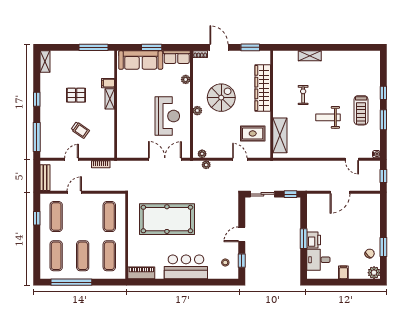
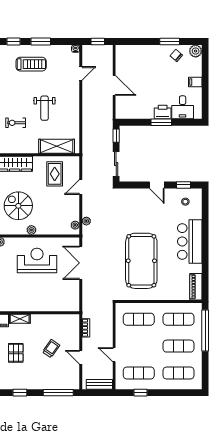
weight bench: (328, 117) -> (45, 108), moved
window: (71, 282) -> (205, 331), moved

